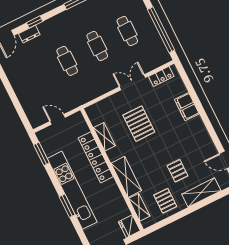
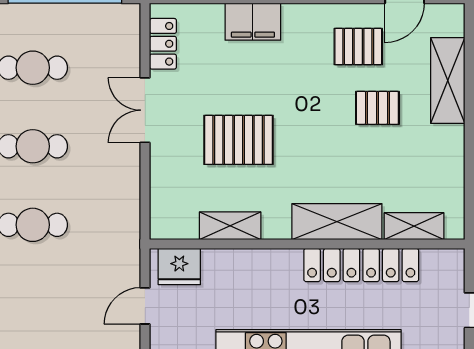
locker: (96, 157) -> (361, 265), moved
pallet: (165, 201) -> (358, 47), moved
fridge: (129, 226) -> (179, 266), moved

